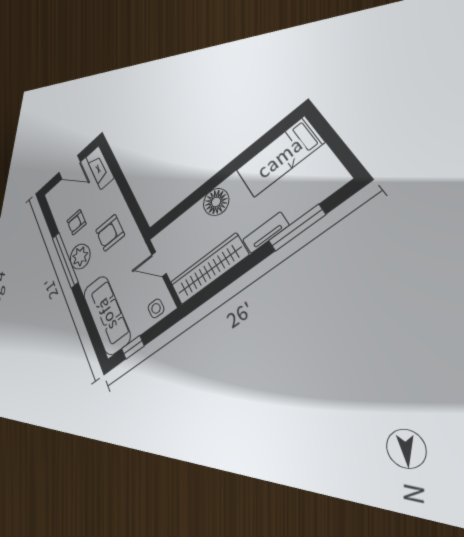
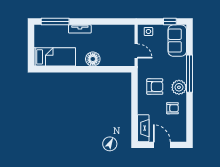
window: (297, 228) -> (55, 22), moved
window: (65, 260) -> (189, 74), moved
wardrobe: (209, 269) -> (113, 32), removed
sofa: (106, 315) -> (177, 41), width x0.73

